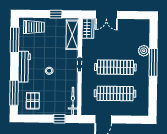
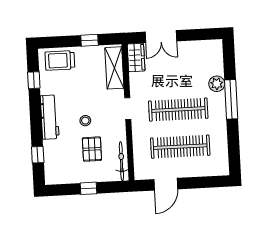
trolley: (34, 27) -> (60, 60), turned 180
window: (15, 40) -> (34, 80), width x0.46
window: (14, 93) -> (38, 155), width x0.46
pallet: (33, 101) -> (92, 149), moved
window: (59, 119) -> (88, 188), moved

